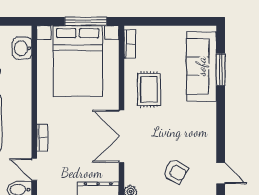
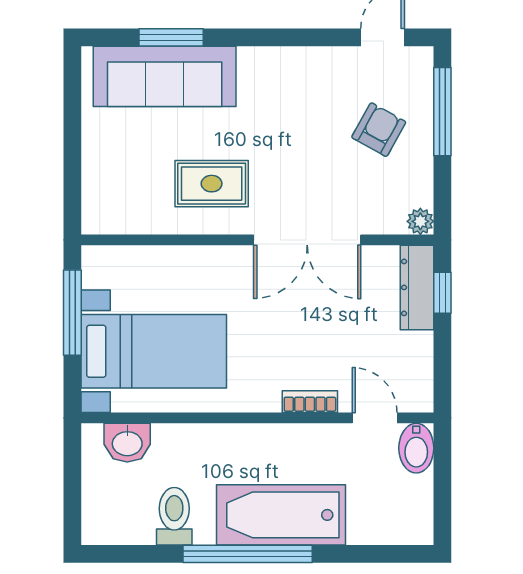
bookcase: (130, 44) -> (119, 223), removed
bed with nightstands: (78, 61) -> (154, 351), width x0.73
door: (34, 169) -> (375, 418), swing flipped

